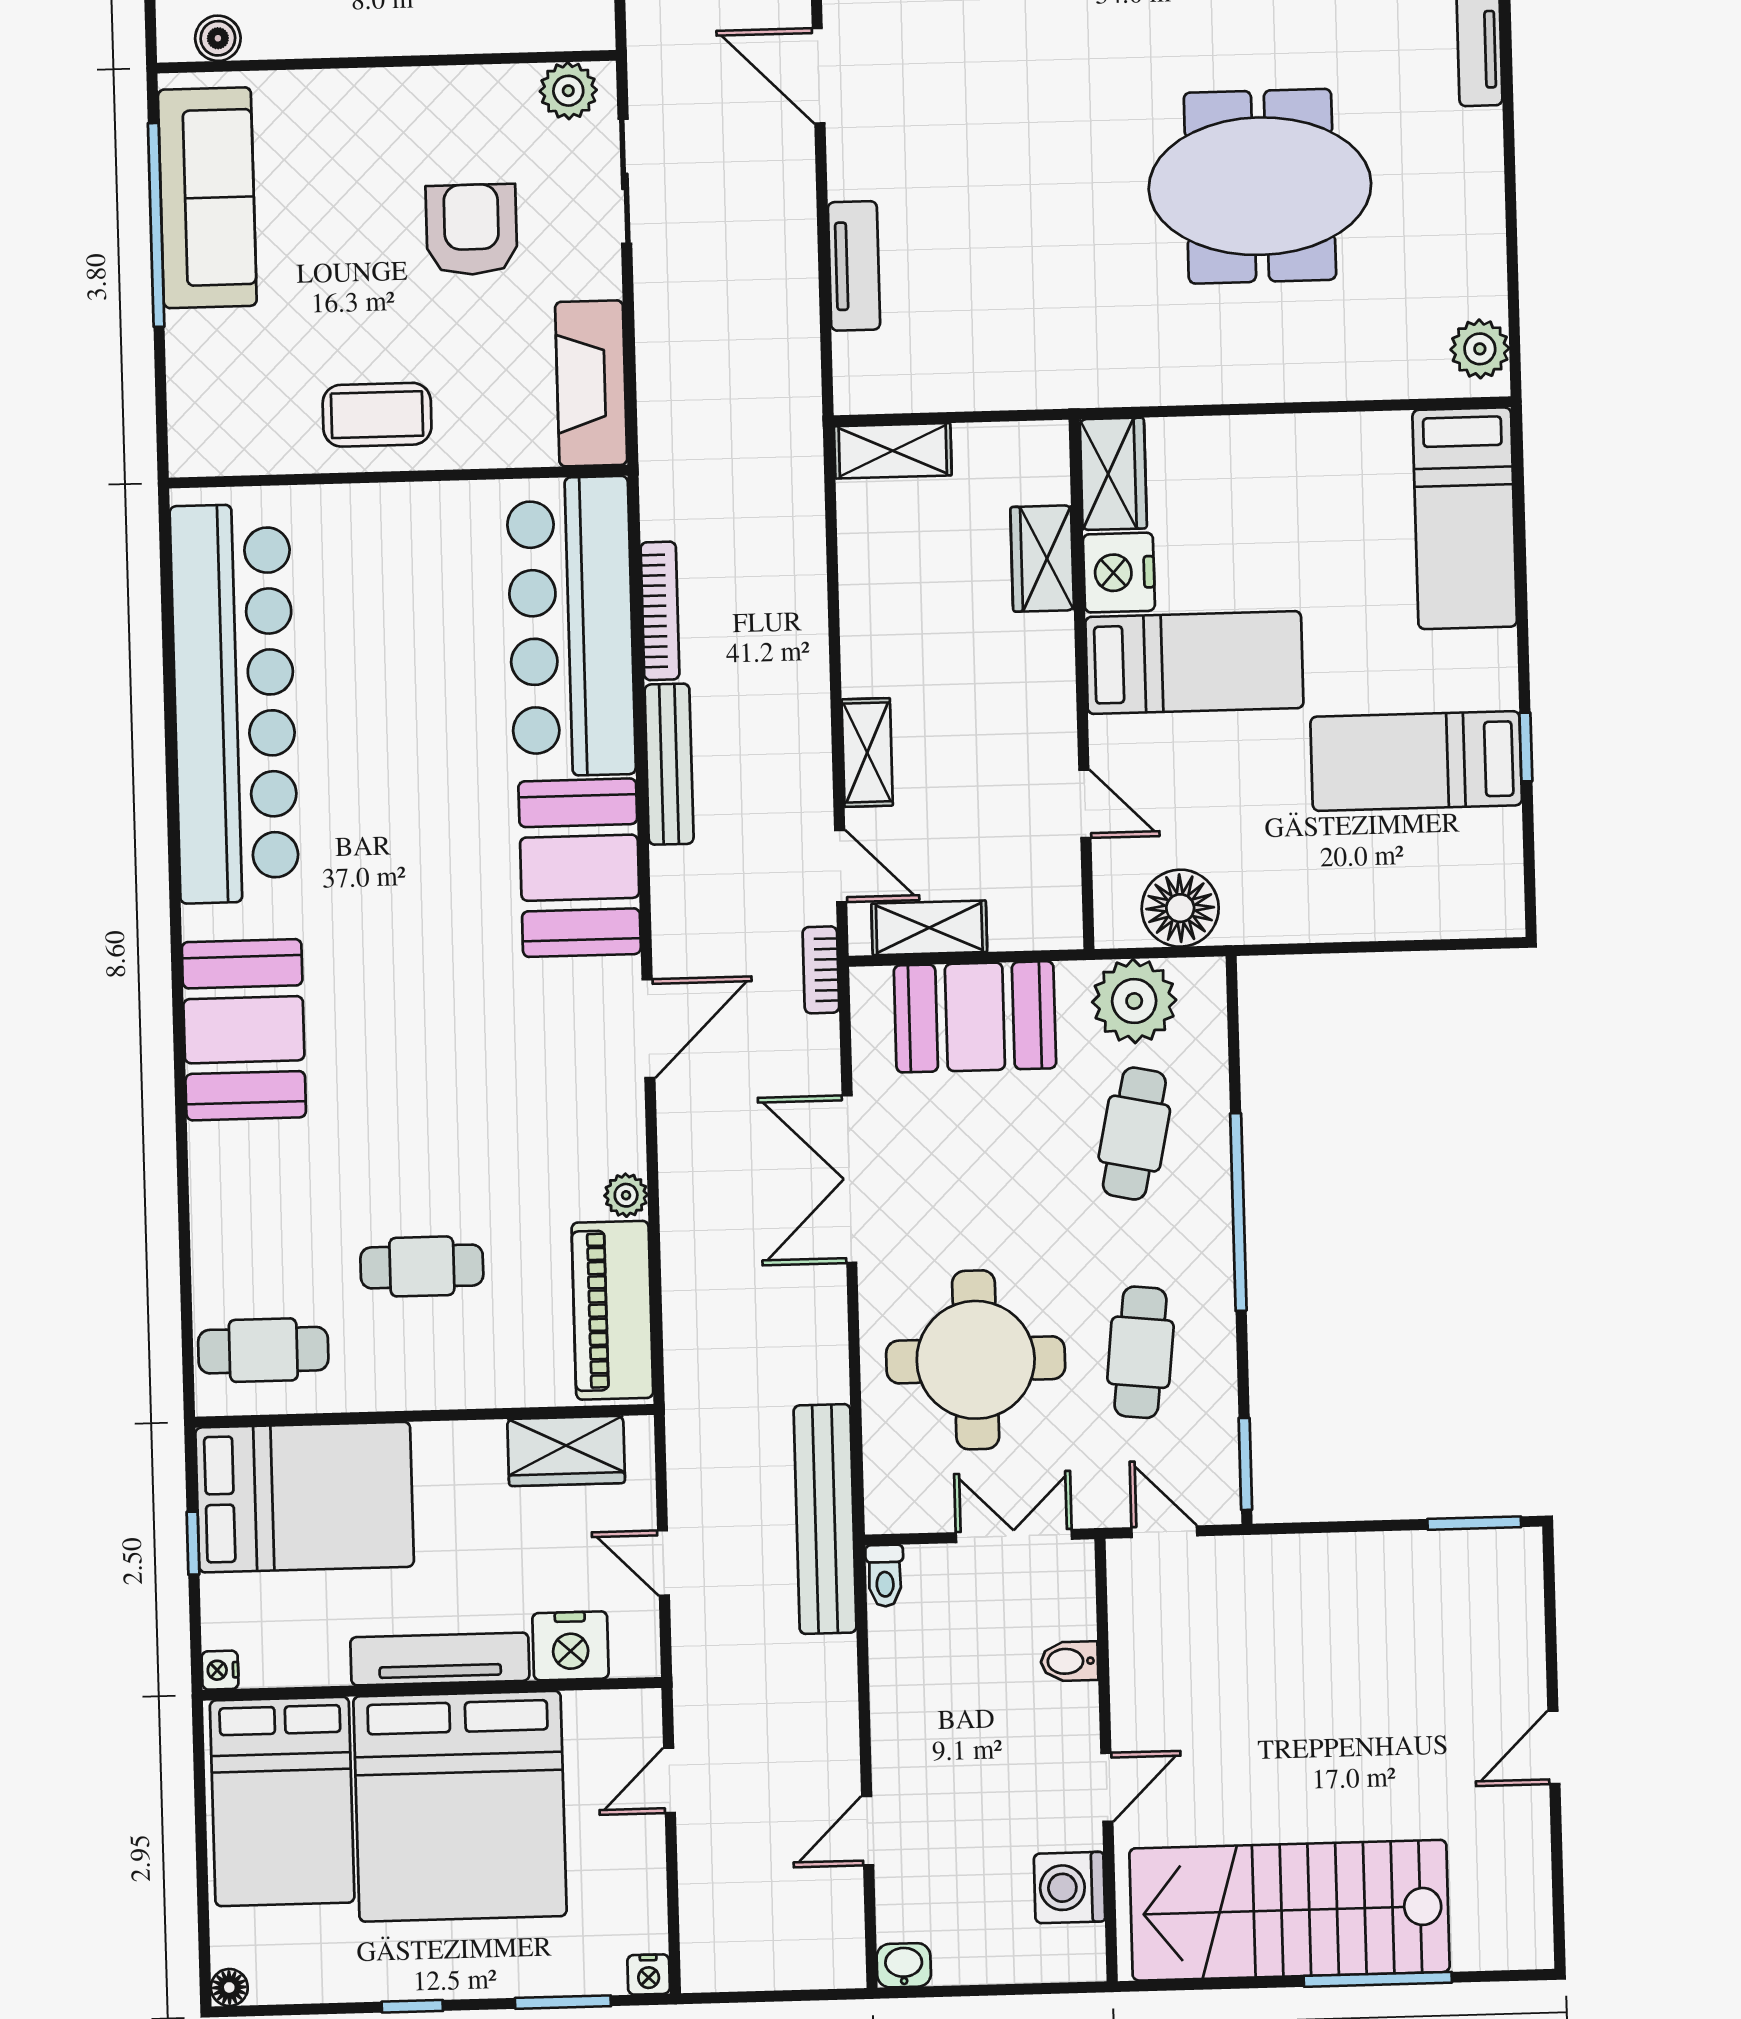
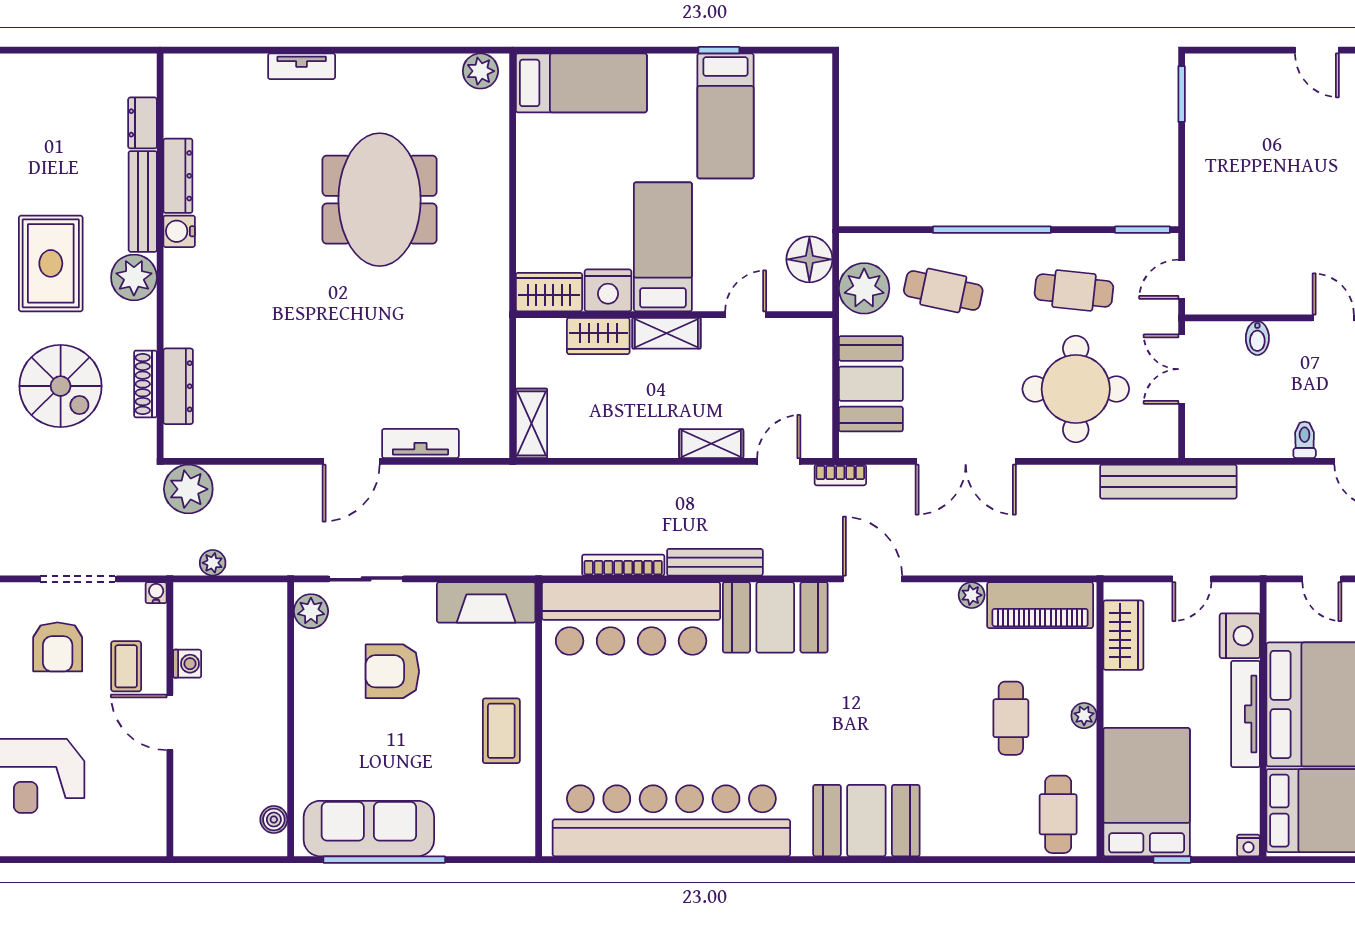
door: (819, 76) -> (351, 461), moved
shelving: (929, 928) -> (666, 333), moved, turned 90
plant: (430, 1389) -> (1084, 716), added
toilet: (885, 1576) -> (1305, 440), moved, turned -90

